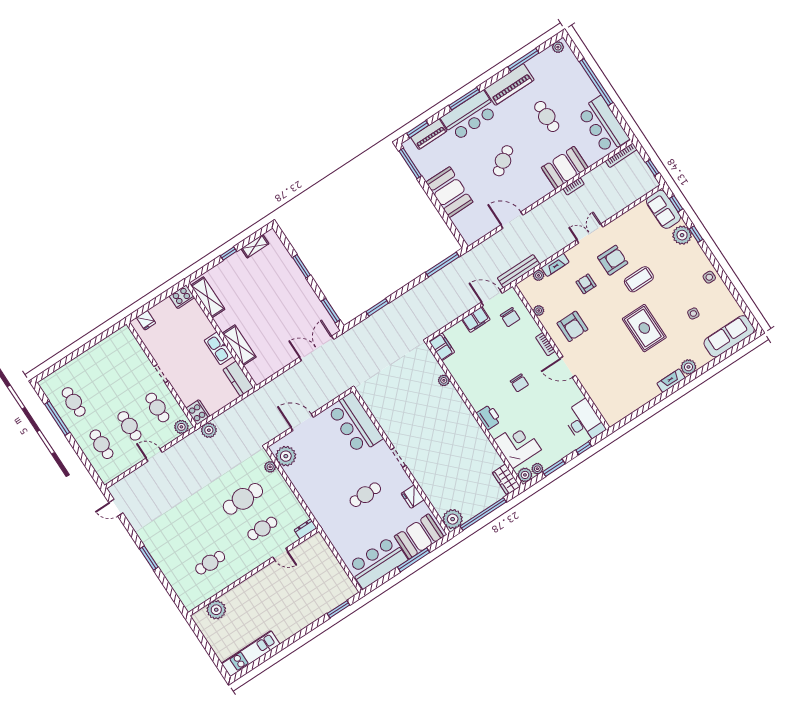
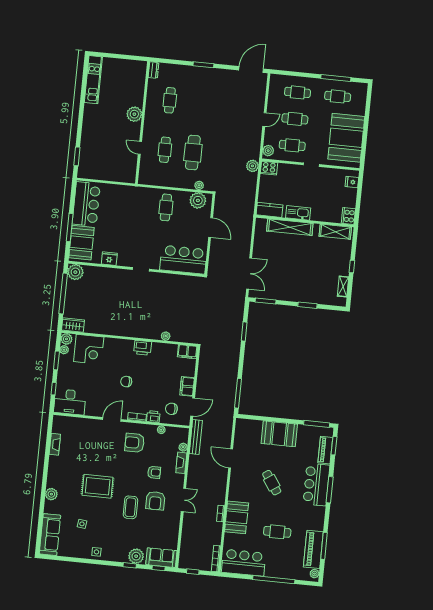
piano: (509, 84) -> (313, 549), moved
door: (512, 220) -> (231, 458), swing flipped
printer: (532, 329) -> (153, 417), added
shelving: (239, 345) -> (290, 227), width x1.47
booth: (107, 361) -> (346, 138), added
fireplace: (671, 381) -> (55, 444), moved
printer: (489, 417) -> (143, 348), moved
door: (302, 422) -> (211, 227), hinge flipped
cafe table: (365, 495) -> (166, 207), moved
door: (116, 508) -> (251, 70), width x1.87
dresser: (305, 529) -> (154, 70), moved
door: (280, 554) -> (140, 148), hinge flipped
plant: (216, 610) -> (134, 114), moved

